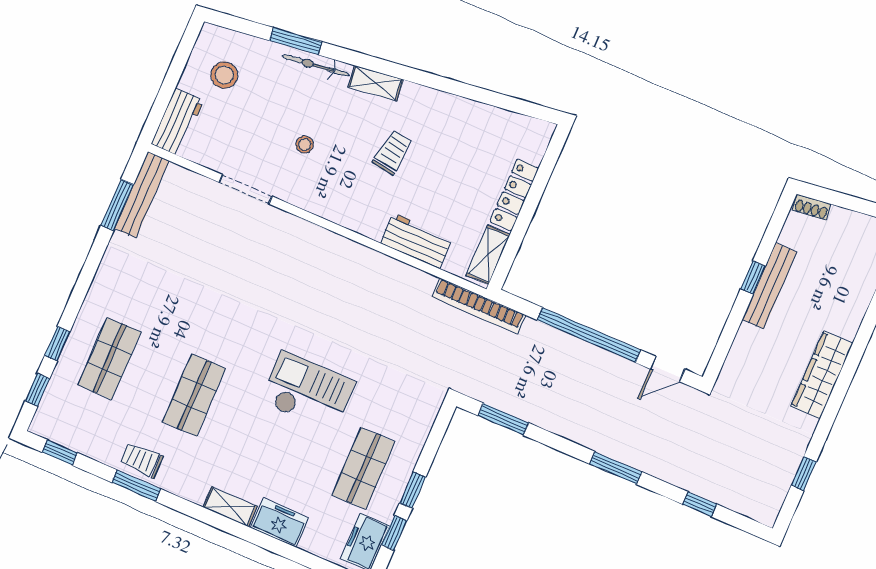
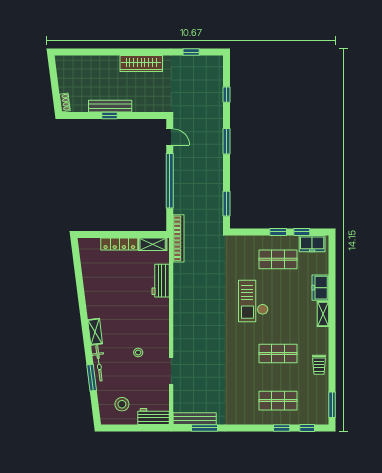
trolley: (392, 152) -> (124, 310), removed
window: (60, 453) -> (332, 405), width x1.50
window: (136, 486) -> (332, 362), removed

